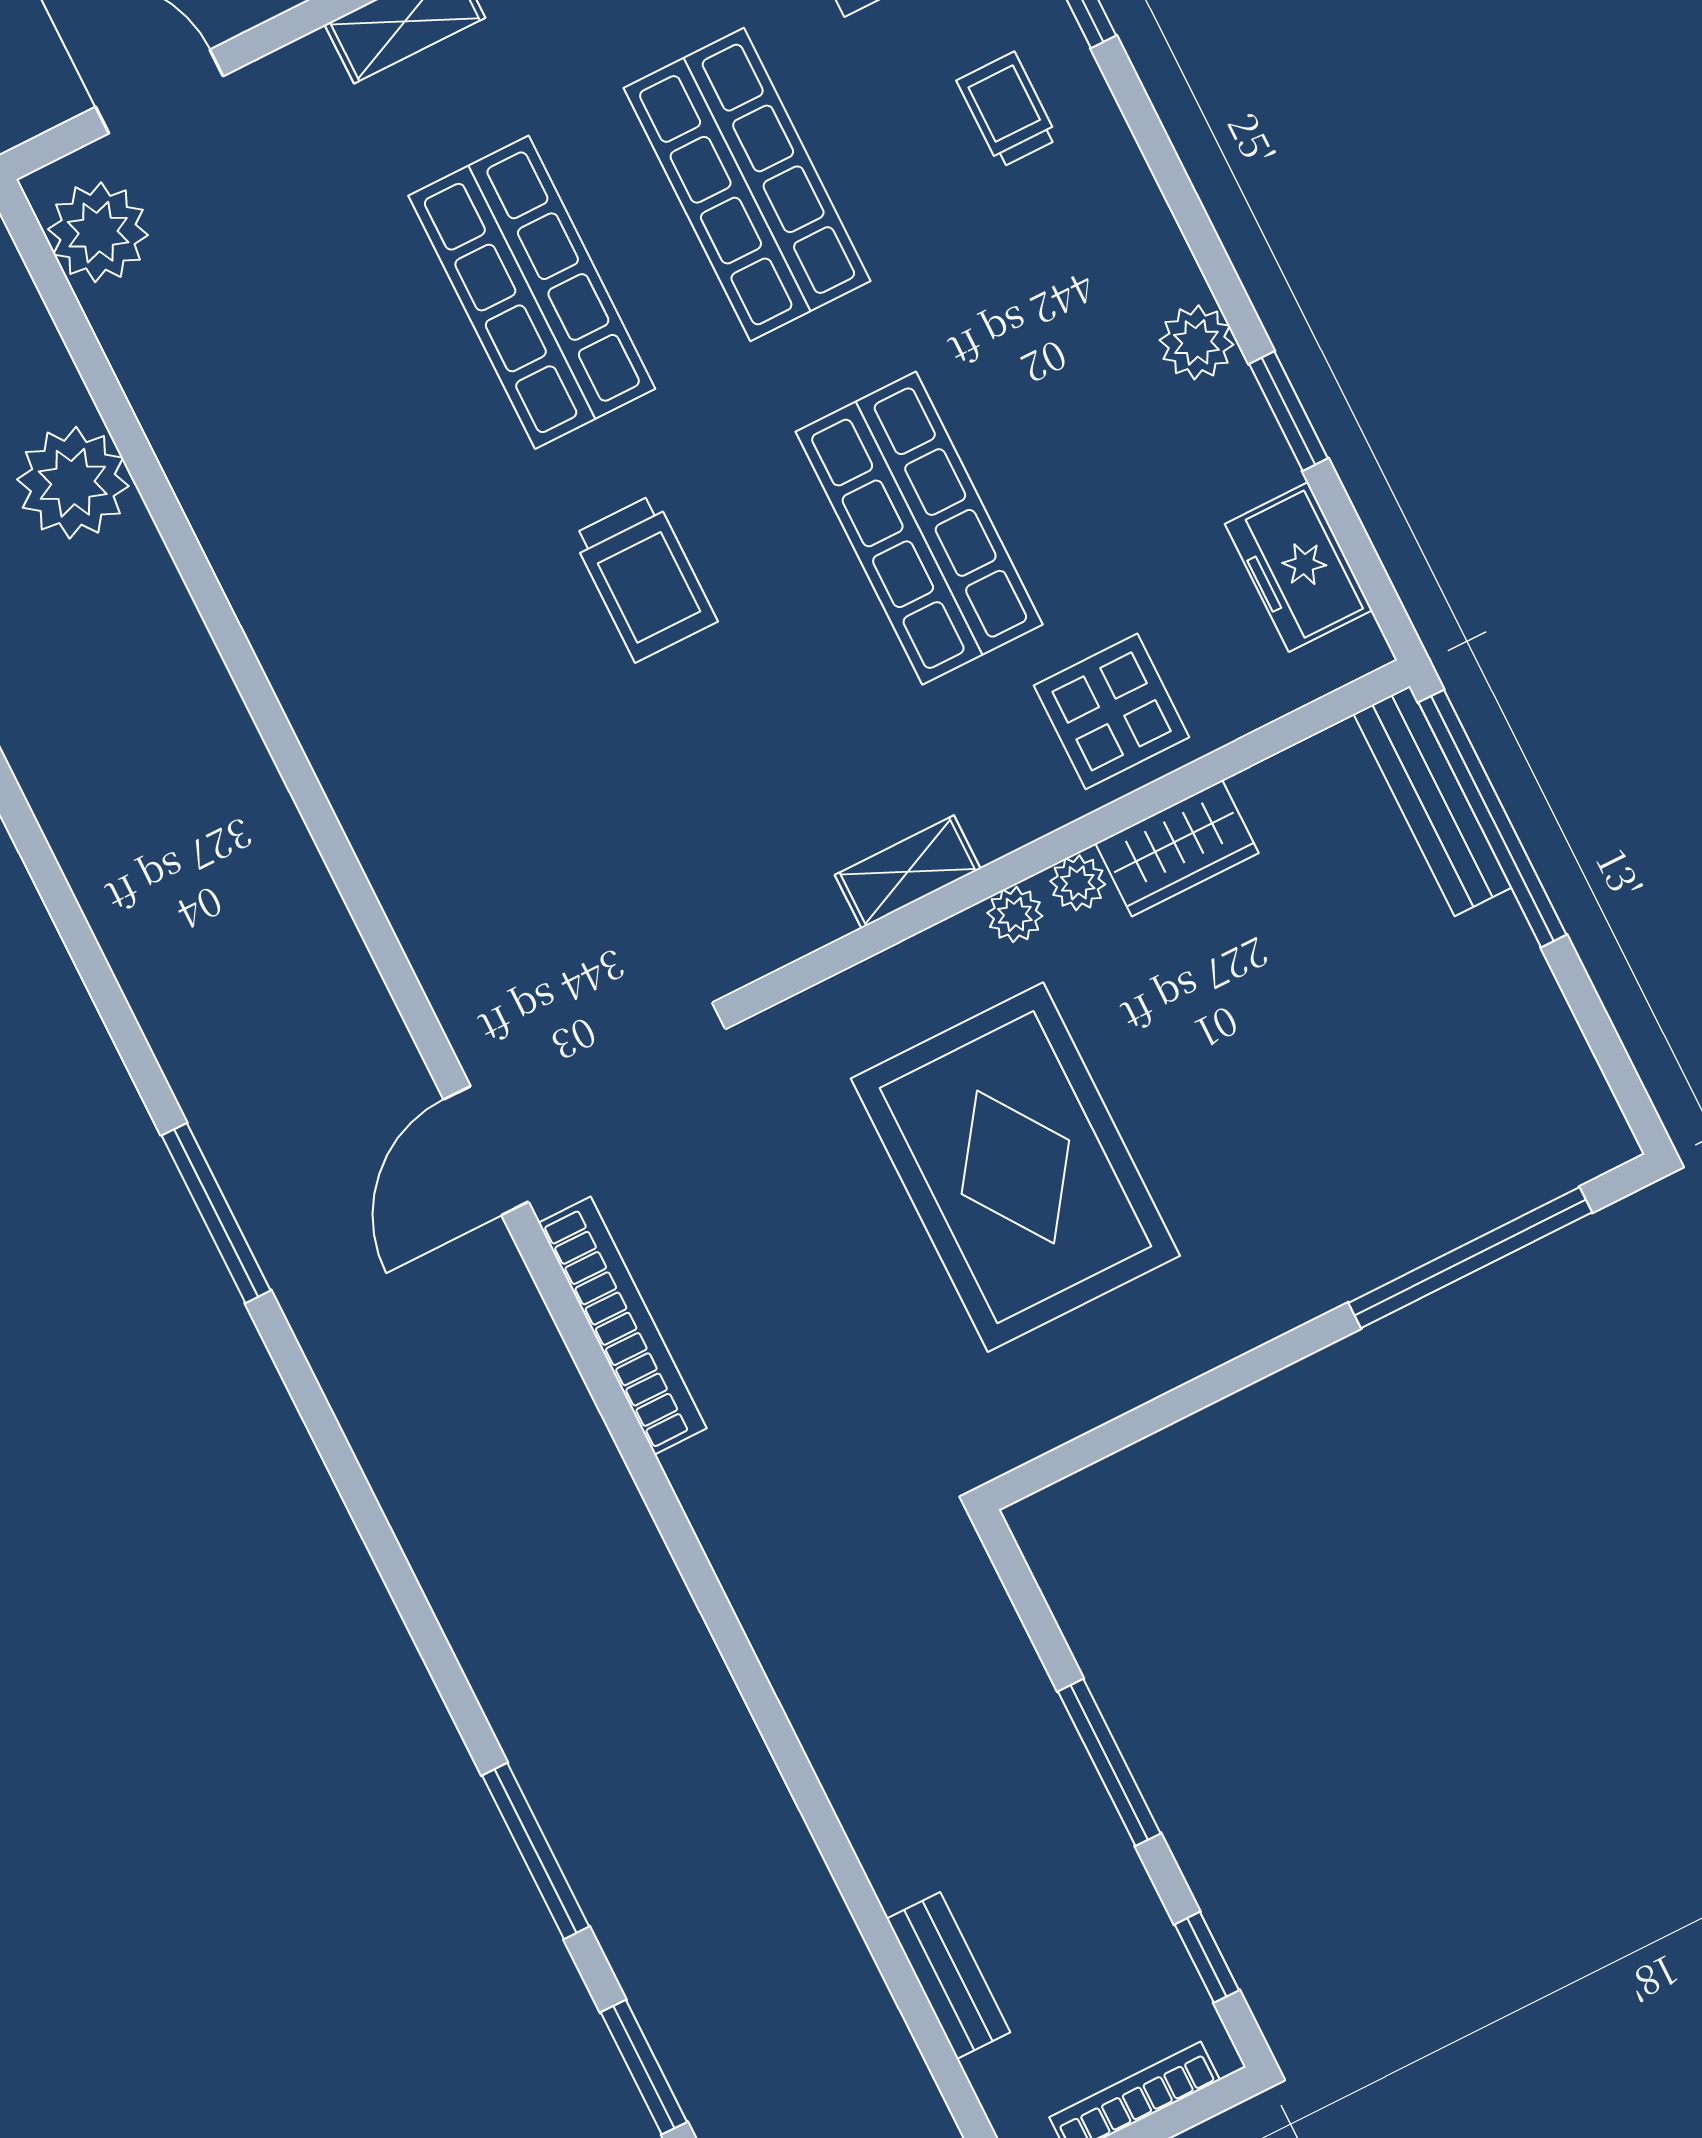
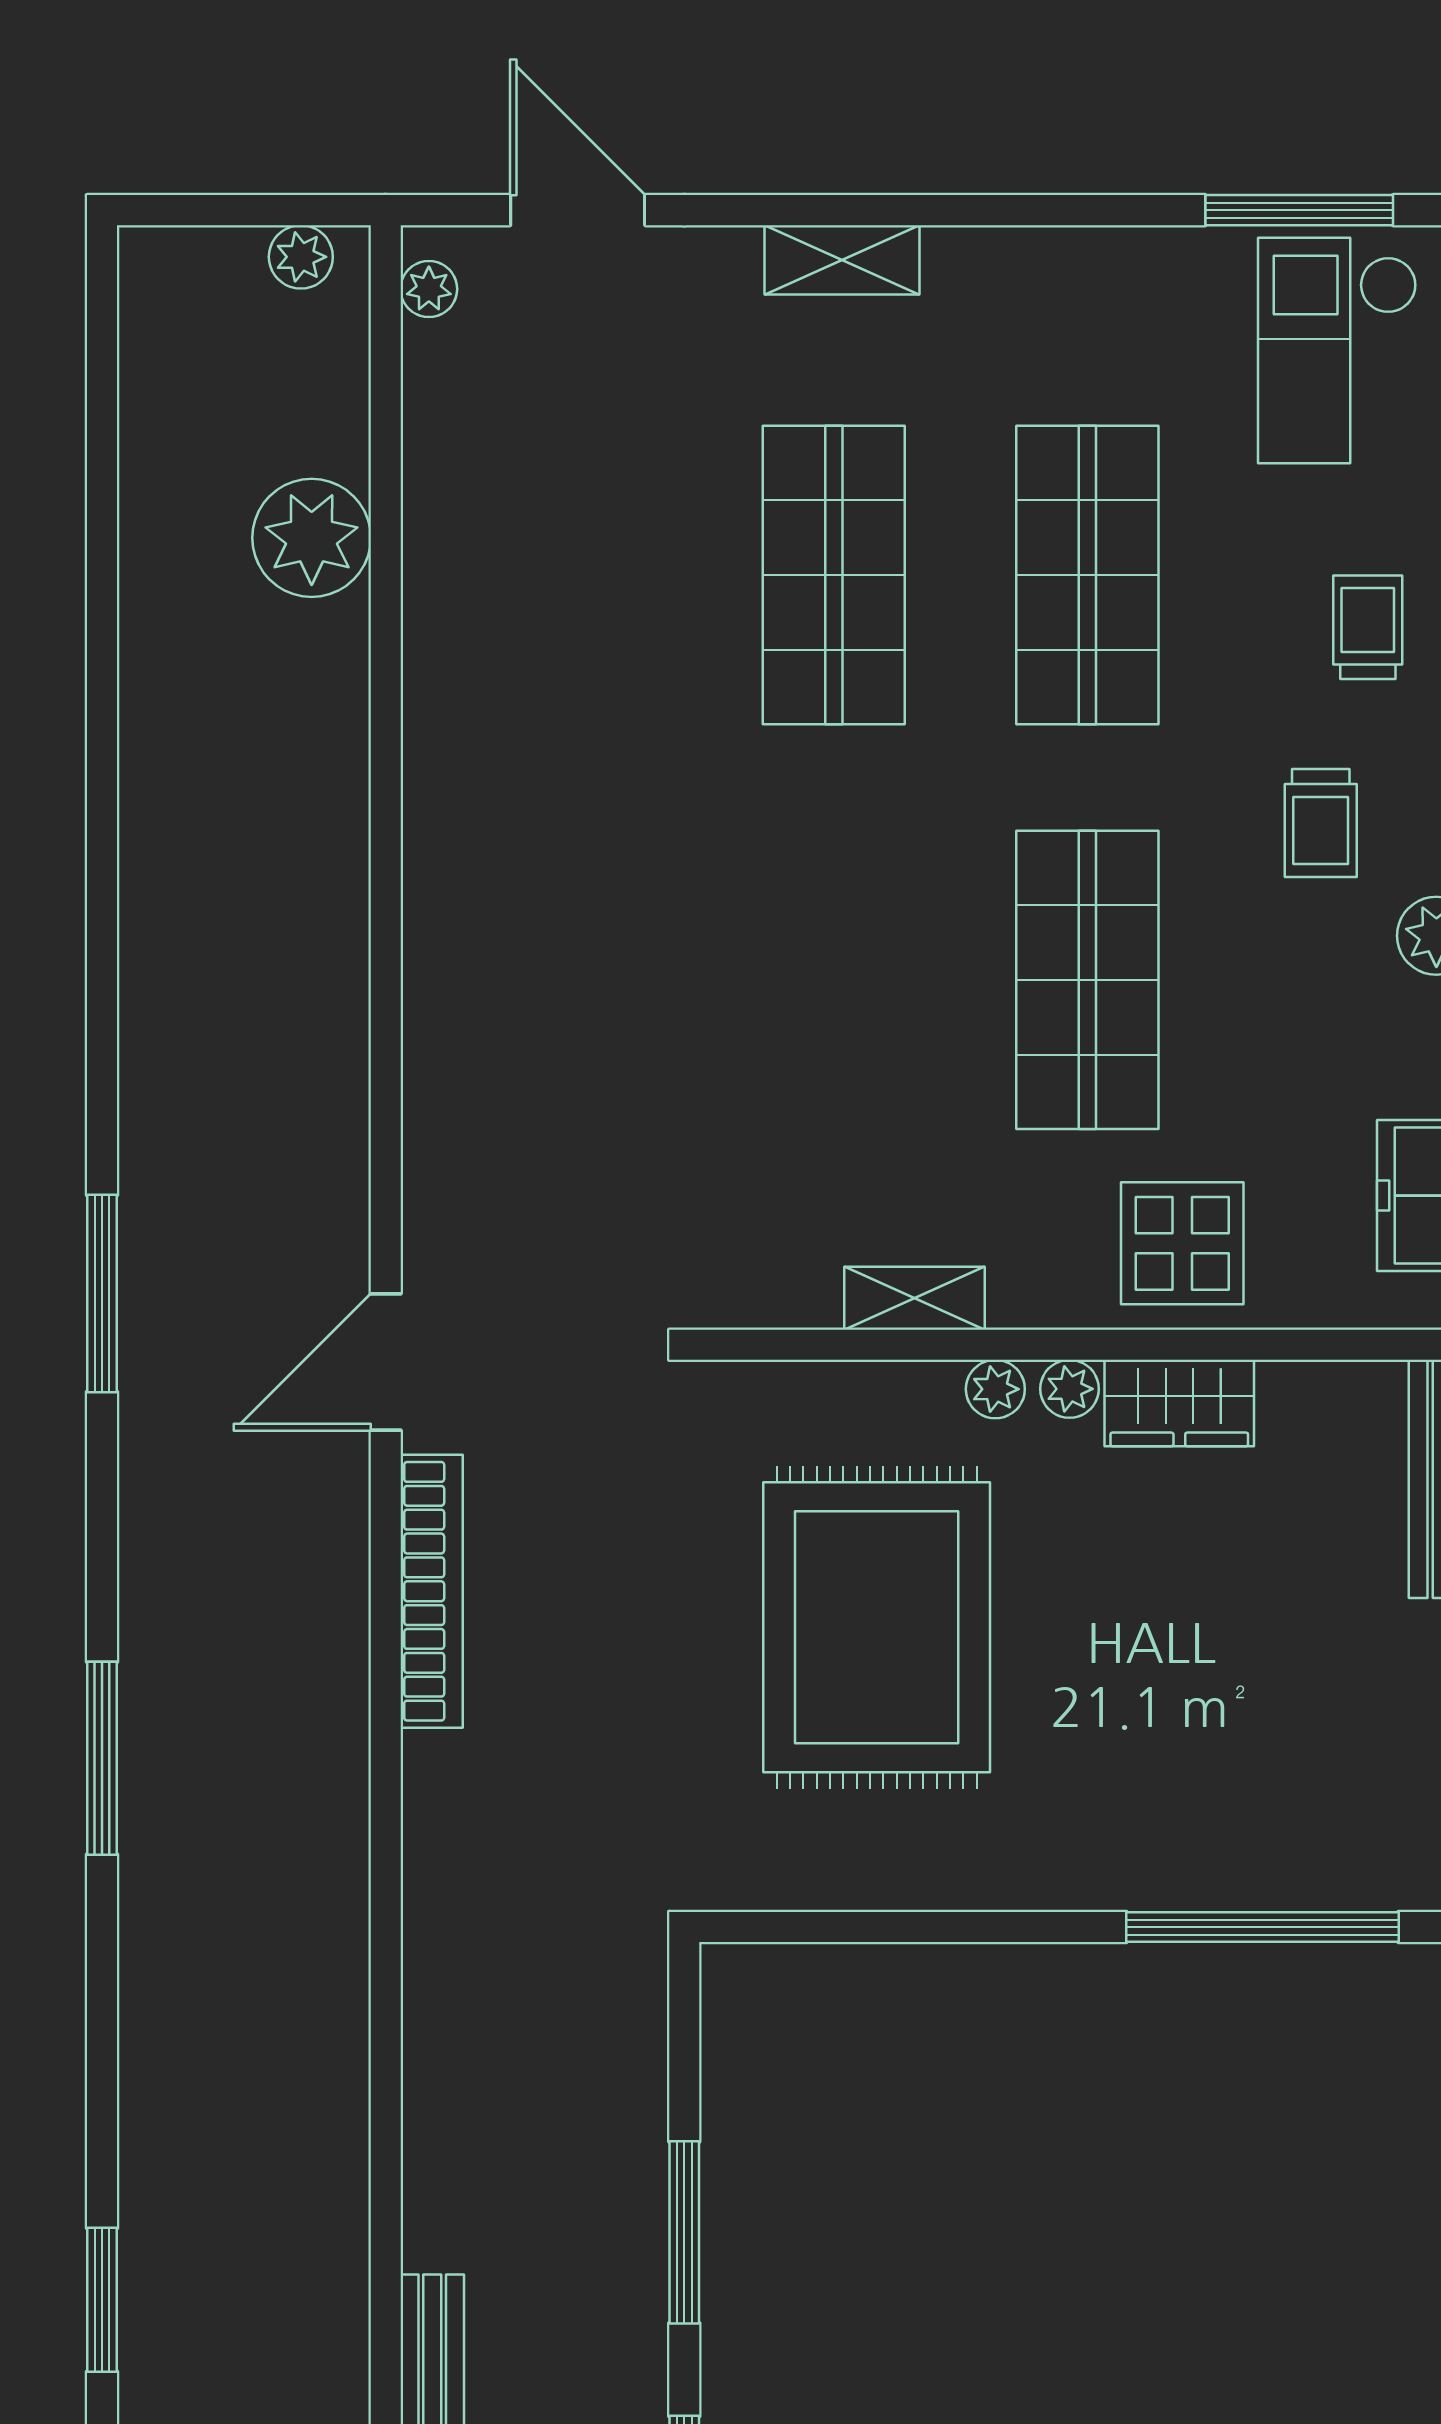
plant: (98, 232) -> (429, 289), width x0.53, depth x0.53
trolley: (644, 578) -> (1321, 823), moved, width x0.73, depth x0.72
window: (536, 1851) -> (102, 1758), moved

